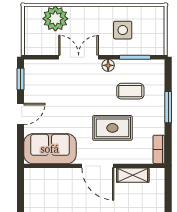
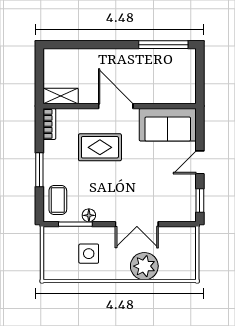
plant: (55, 19) -> (144, 266), moved
floor lamp: (108, 65) -> (89, 215), moved
coffee table: (130, 91) -> (58, 200), moved, turned 90
shelving: (133, 175) -> (61, 96), moved

